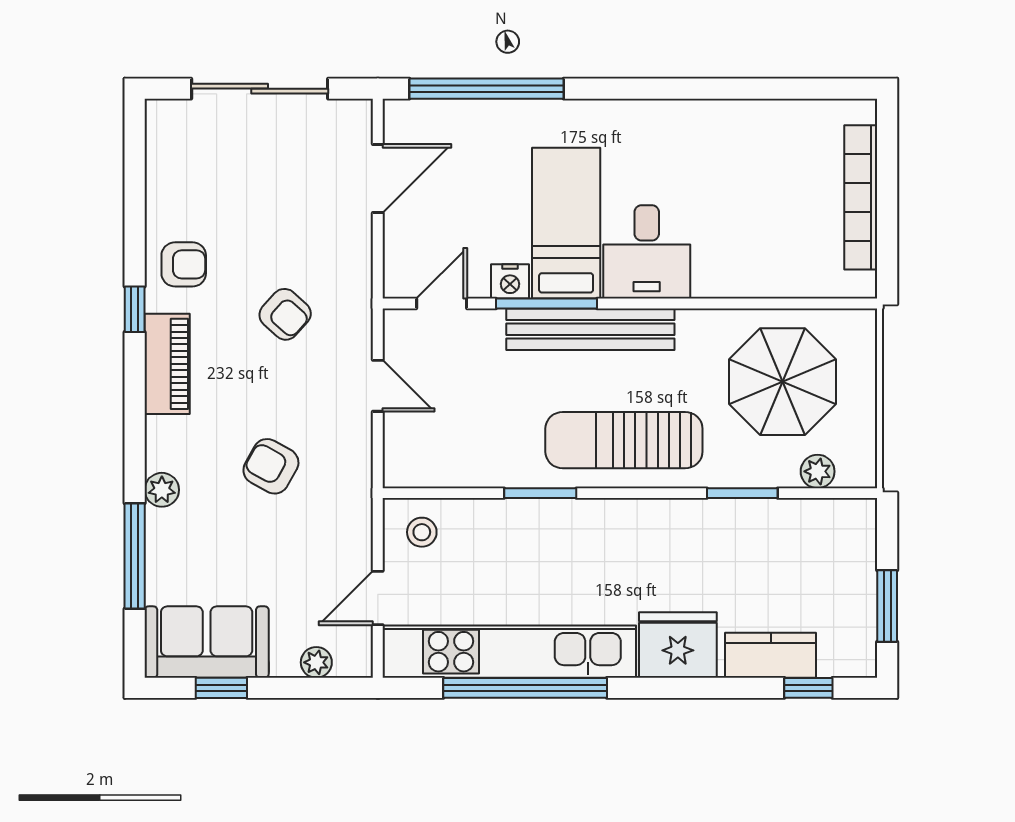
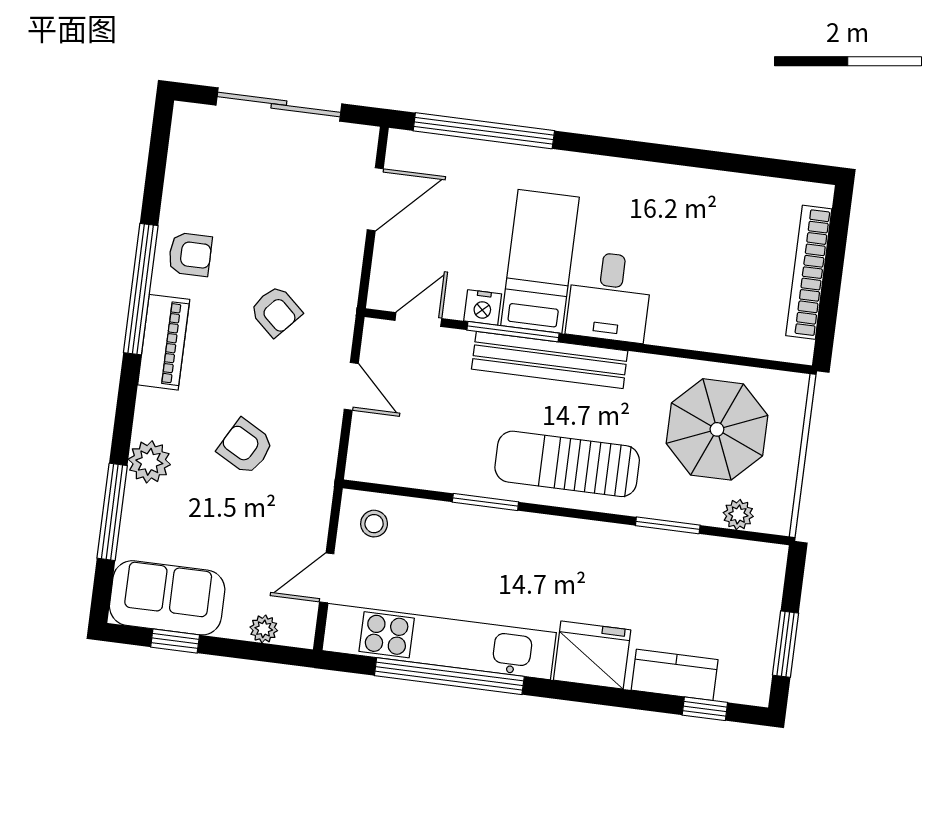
window: (135, 309) -> (141, 289), width x3.17
plant: (162, 490) -> (149, 462), width x1.38, depth x1.38

